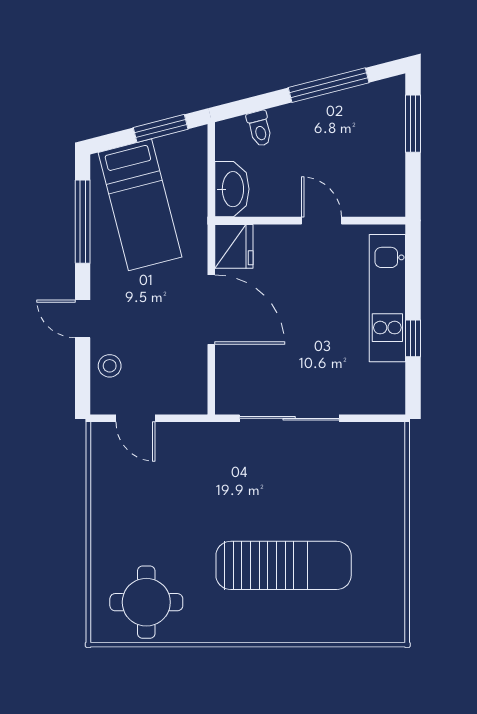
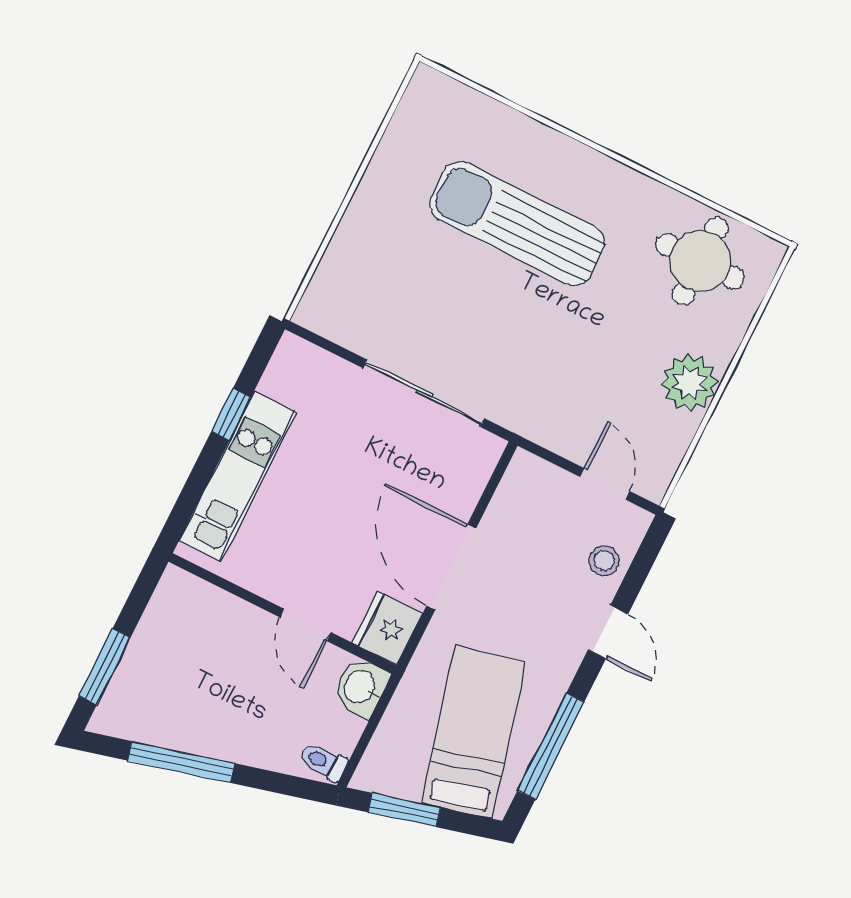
toilet: (260, 128) -> (323, 762), moved, turned -76
washbasin: (232, 189) -> (361, 687), width x0.72
door: (321, 221) -> (306, 625), moved
plant: (112, 516) -> (690, 383), added

